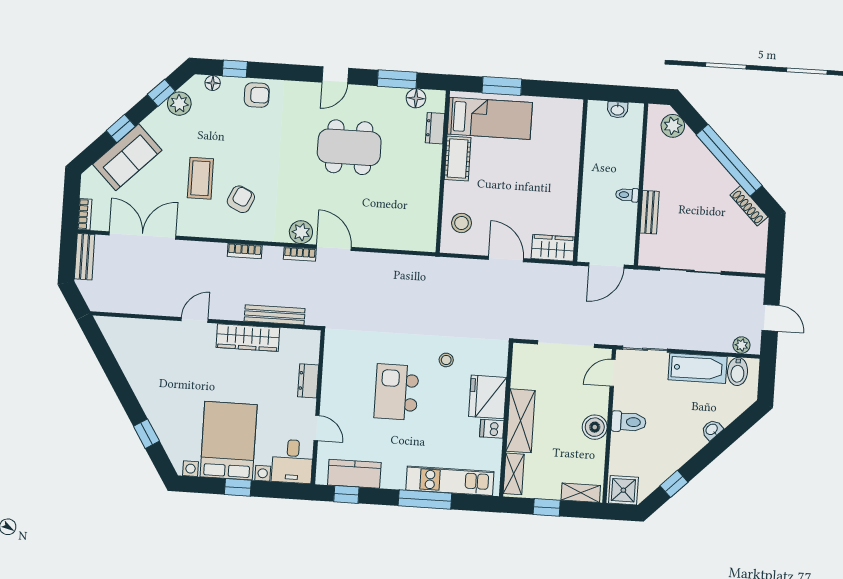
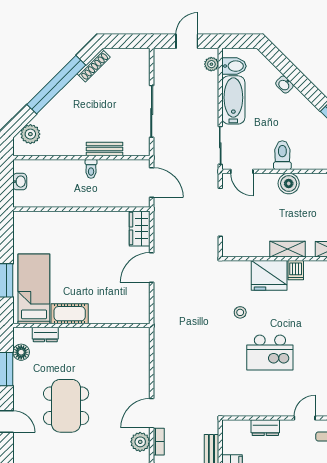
stool: (462, 223) -> (124, 307), removed
shelving: (521, 421) -> (287, 249), width x0.67, depth x0.75

